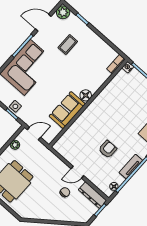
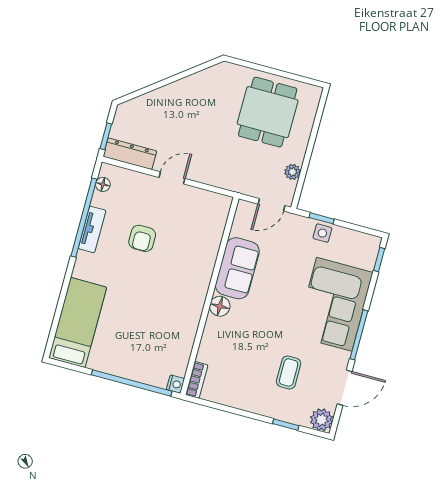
chair: (65, 192) -> (176, 136), removed

